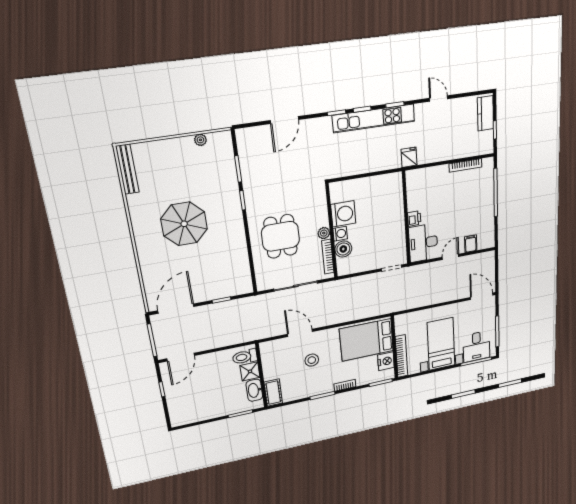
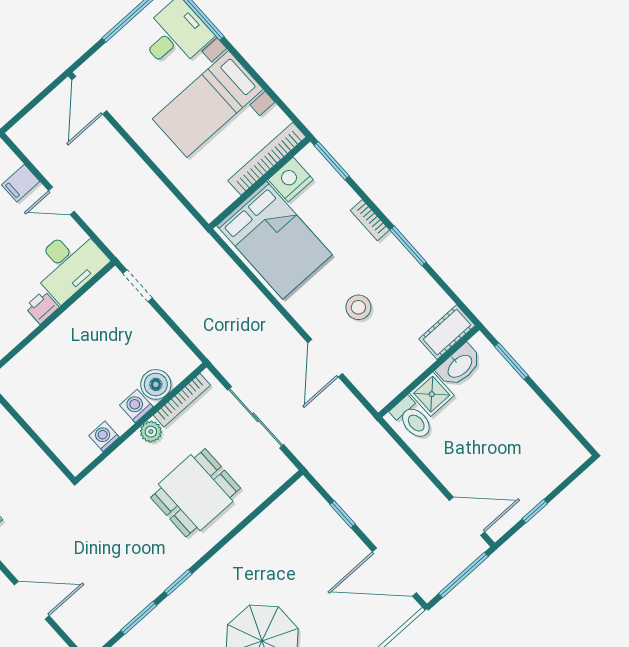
washing machine: (343, 214) -> (104, 436), width x0.53, depth x0.53

